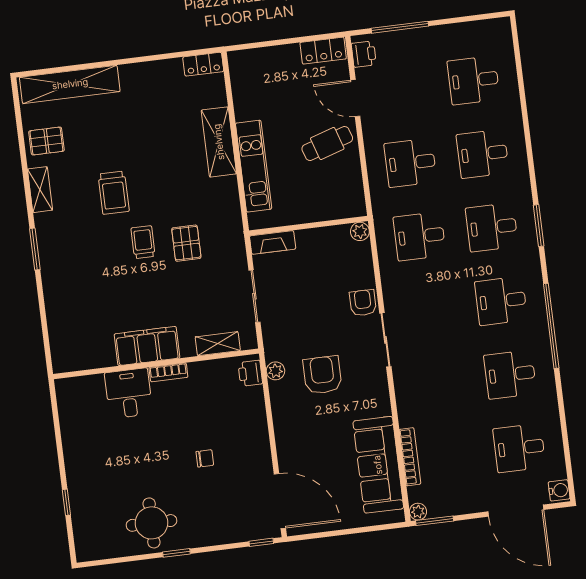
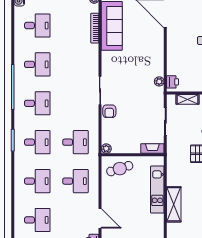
cafe table: (327, 144) -> (120, 169), moved
armchair: (322, 375) -> (135, 76), removed

